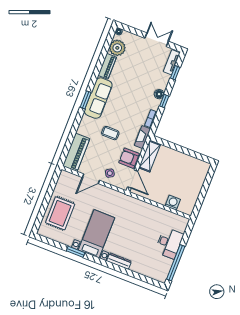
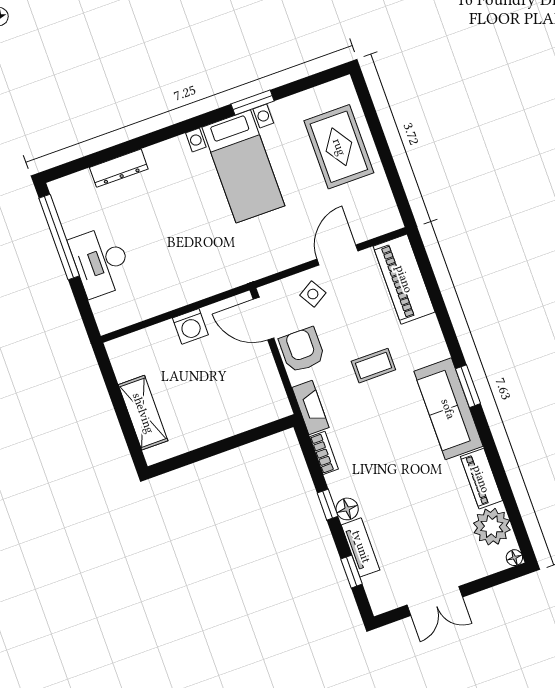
tv unit: (172, 62) -> (361, 547), moved
shelving: (150, 156) -> (143, 413), moved
armchair: (129, 158) -> (302, 350), turned -90
washing machine: (173, 203) -> (190, 326), moved
dresser: (119, 261) -> (119, 168), moved

